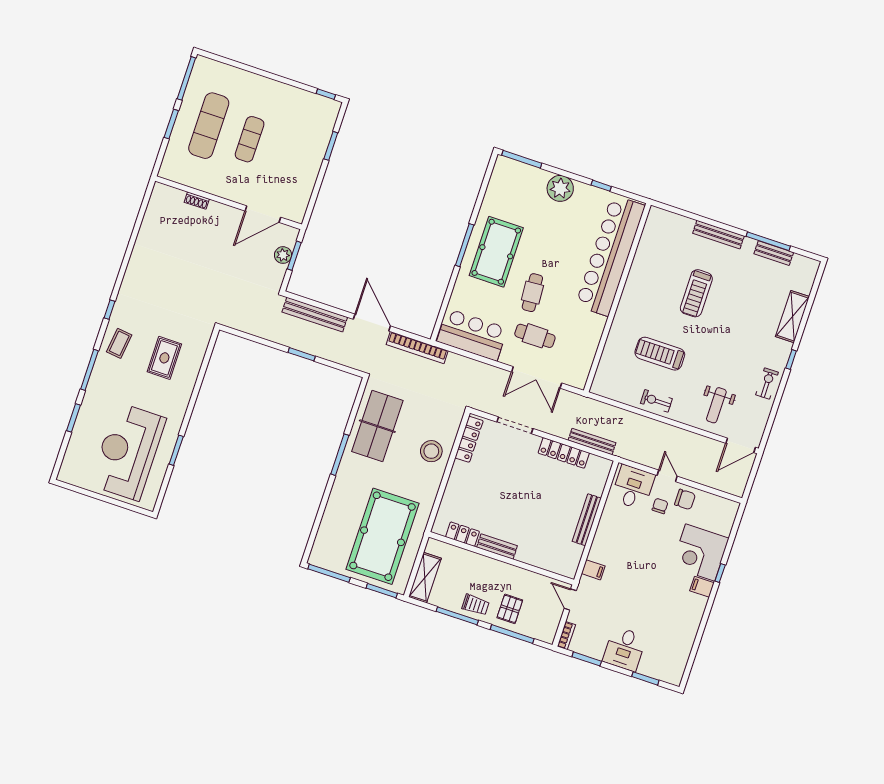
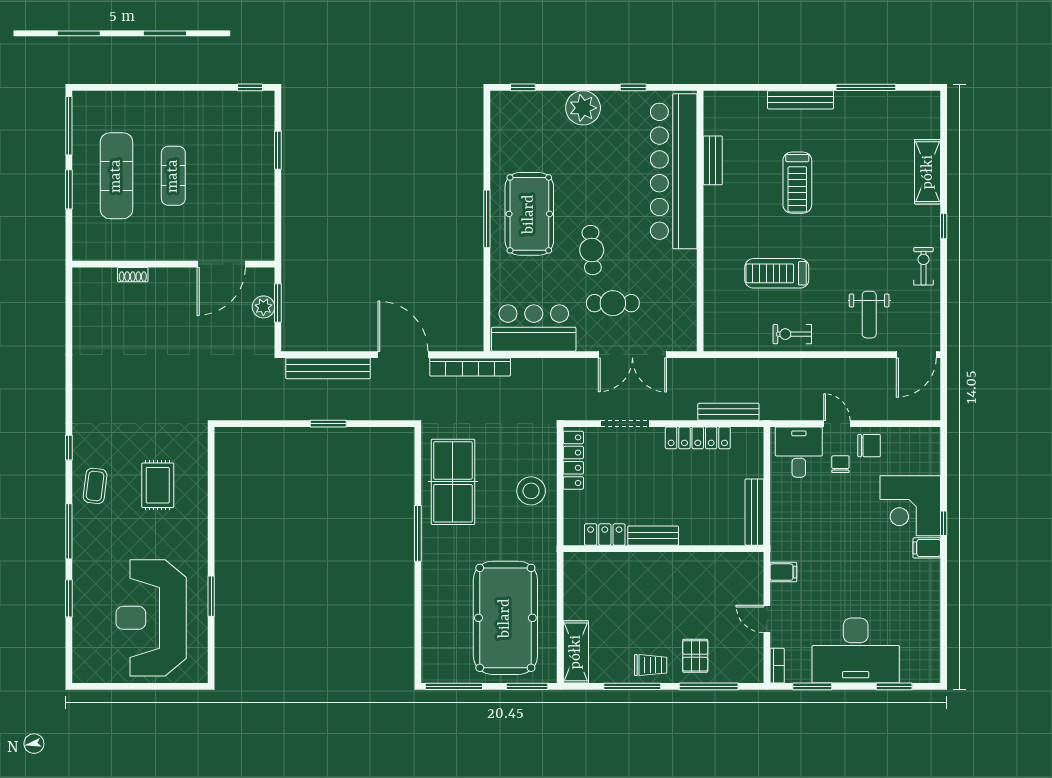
window: (522, 159) -> (523, 87), width x0.46
bench: (774, 253) -> (713, 160), moved, turned 90
locker: (463, 534) -> (605, 535), moved
bench: (497, 547) -> (653, 536), moved
wall: (501, 558) -> (664, 549), moved
desk: (625, 649) -> (856, 651), width x1.87, depth x1.30

